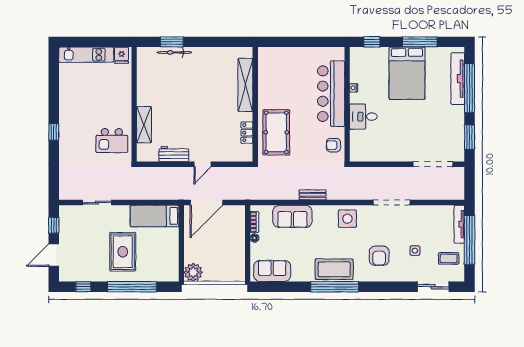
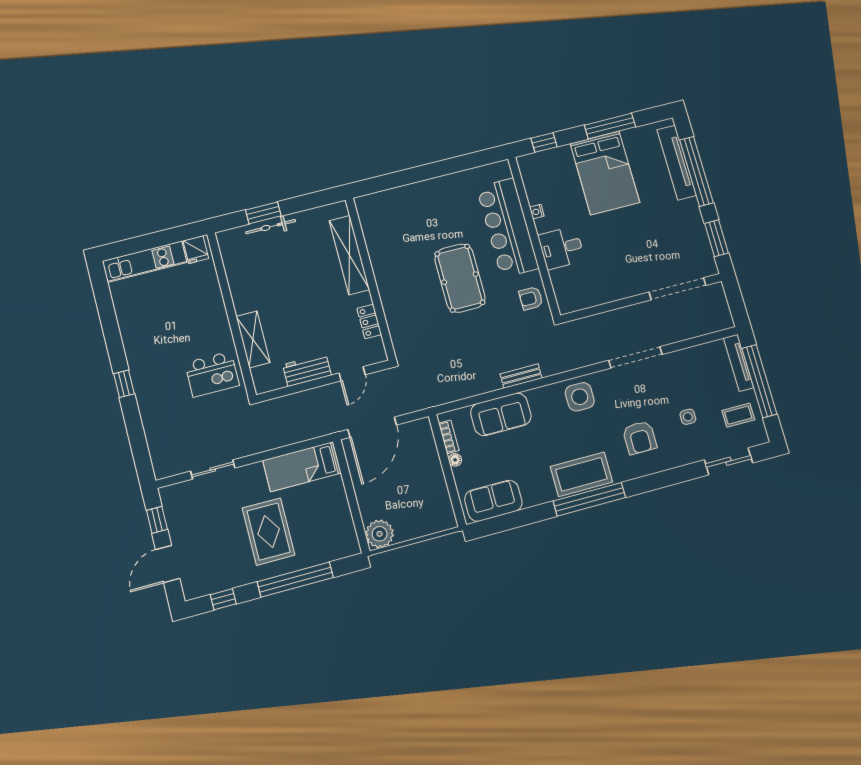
shelving: (245, 85) -> (349, 255), moved
wall: (255, 104) -> (370, 279), moved
pool table: (276, 132) -> (460, 278), moved
locker: (247, 133) -> (369, 321), moved

